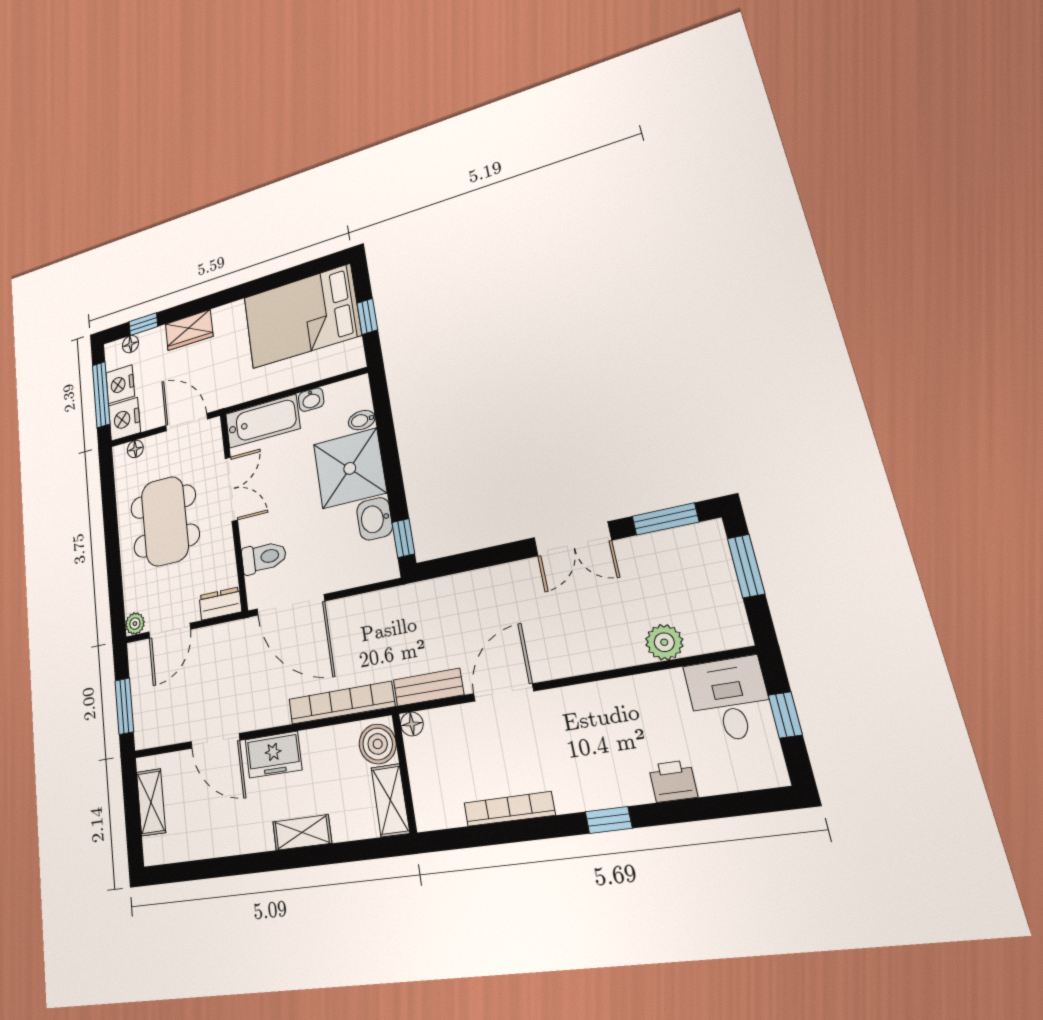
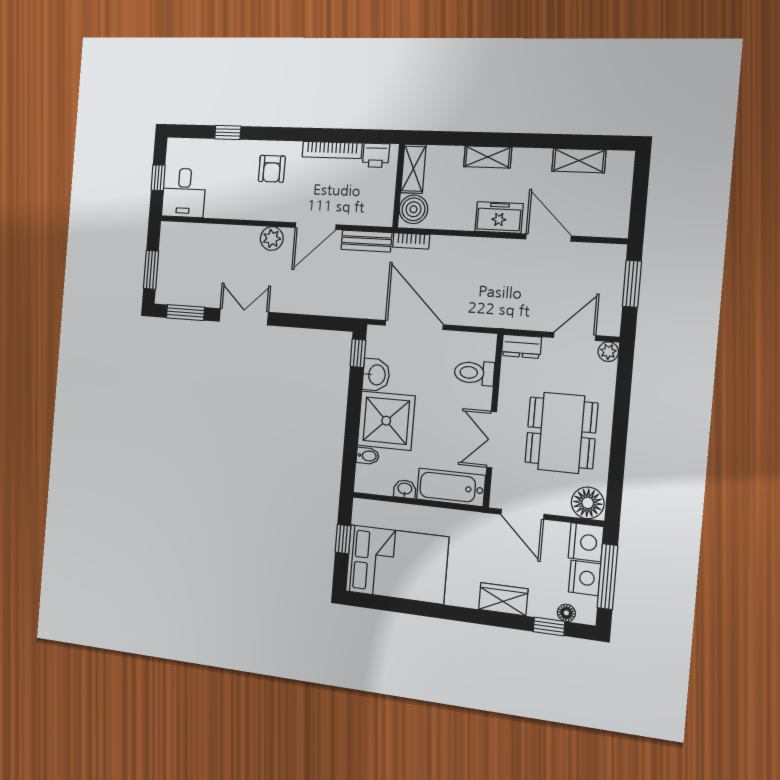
floor lamp: (135, 449) -> (588, 503), width x1.89, depth x1.89
door: (290, 605) -> (414, 325), moved
plant: (664, 642) -> (272, 238), moved
bookcase: (341, 703) -> (411, 241), width x0.43, depth x0.76
floor lamp: (412, 724) -> (385, 218), removed
armchair: (593, 764) -> (272, 169), added
printer: (673, 781) -> (376, 155), moved
shelving: (151, 802) -> (579, 161), moved, turned 90
window: (609, 820) -> (228, 132), moved

